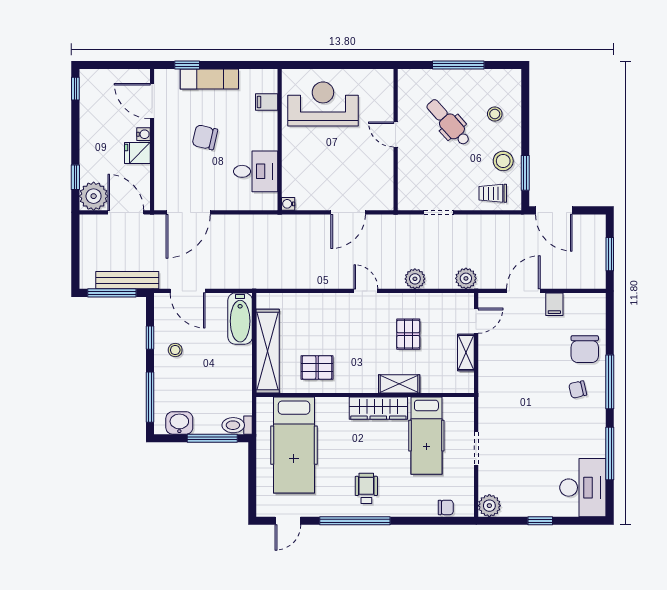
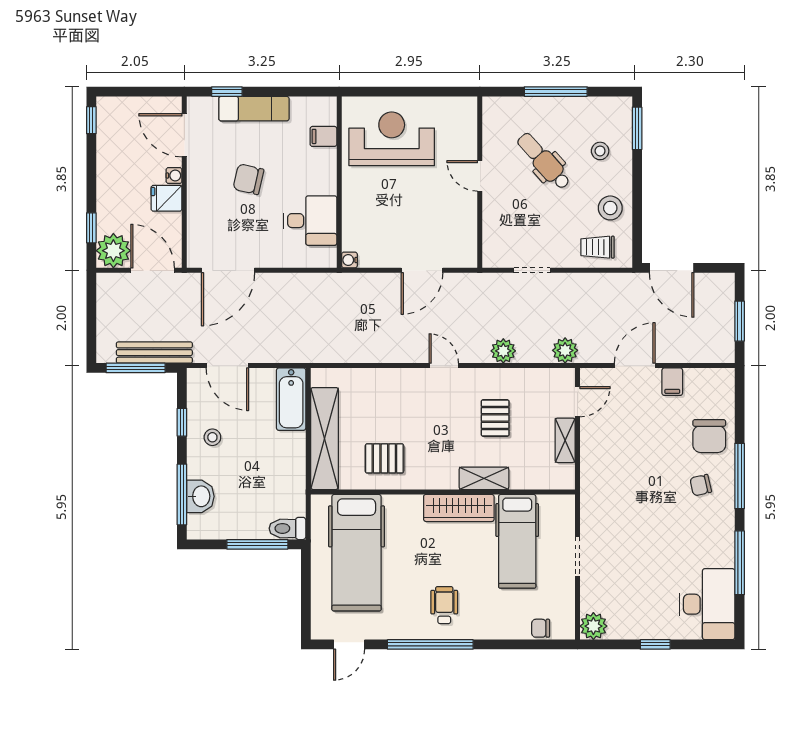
window: (525, 173) -> (637, 128), moved
washbasin: (179, 423) -> (200, 496), moved, turned 90
chair: (446, 507) -> (541, 628), turned 180

